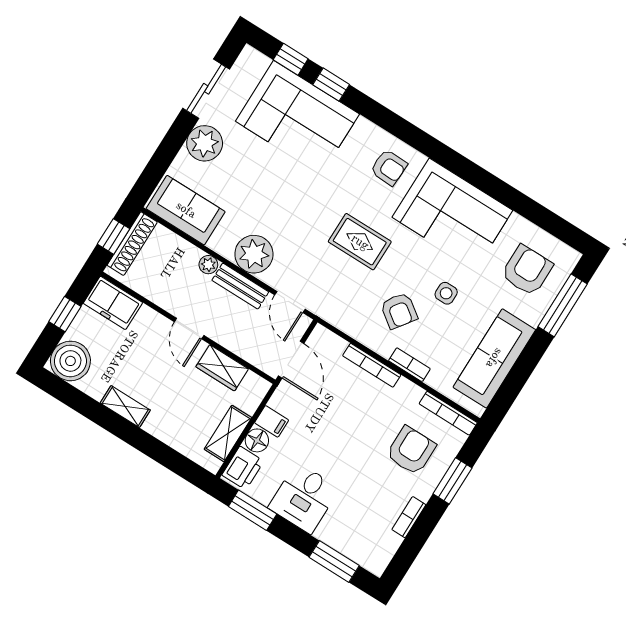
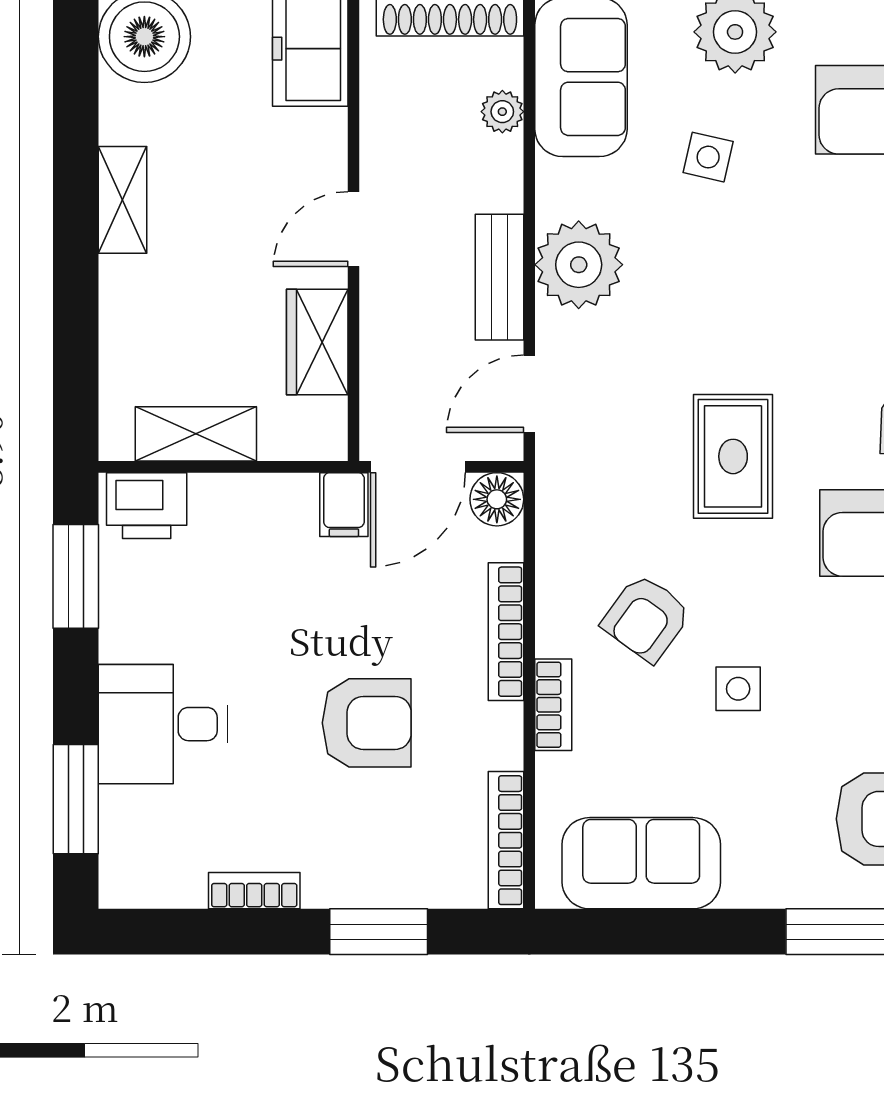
side table: (244, 182) -> (708, 157), added
plant: (208, 265) -> (502, 112), moved
sofa: (494, 358) -> (641, 863), width x0.73
filing cabinet: (272, 421) -> (344, 505), moved
floor lamp: (257, 440) -> (497, 499), moved
armchair: (411, 450) -> (367, 723), moved
desk: (304, 498) -> (163, 724), moved

